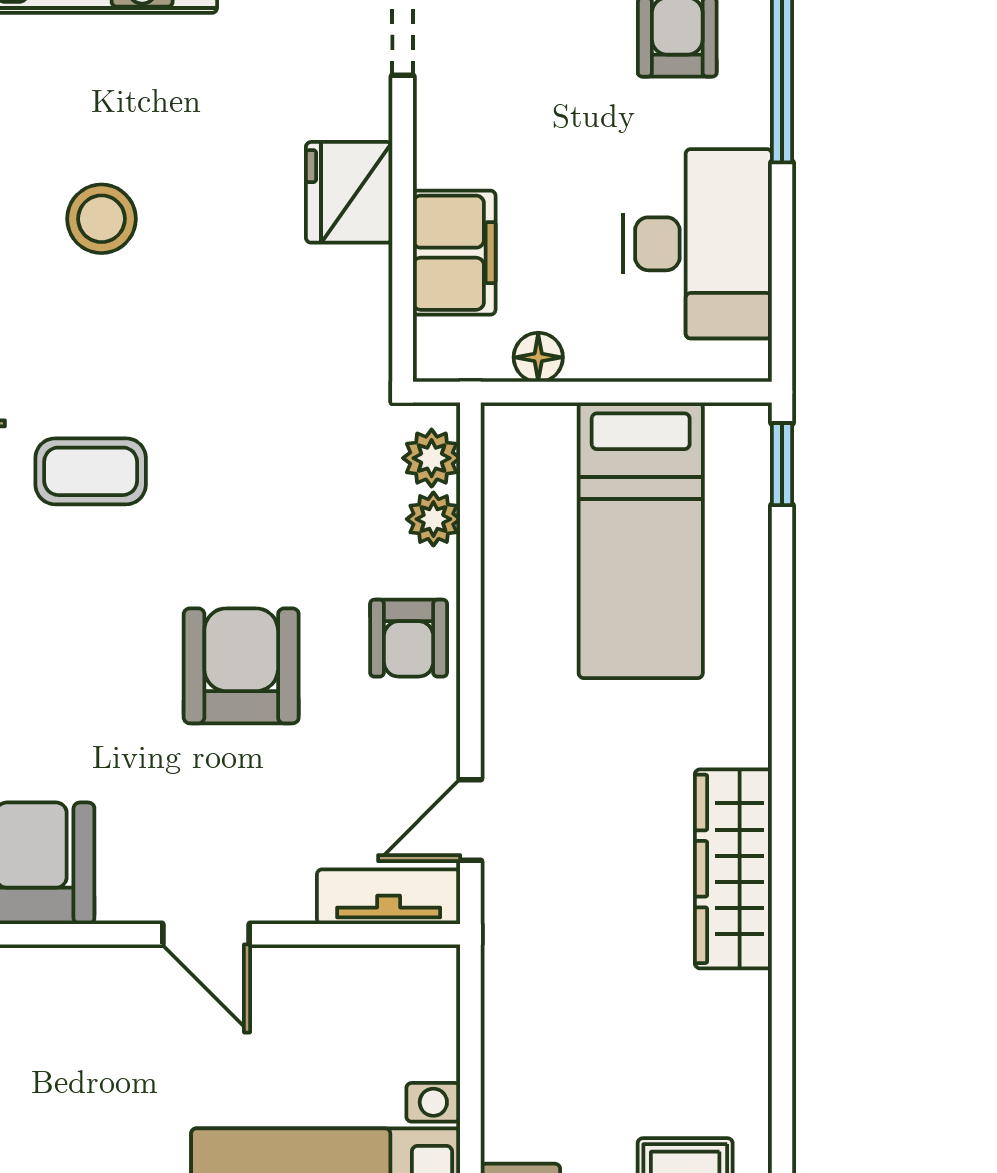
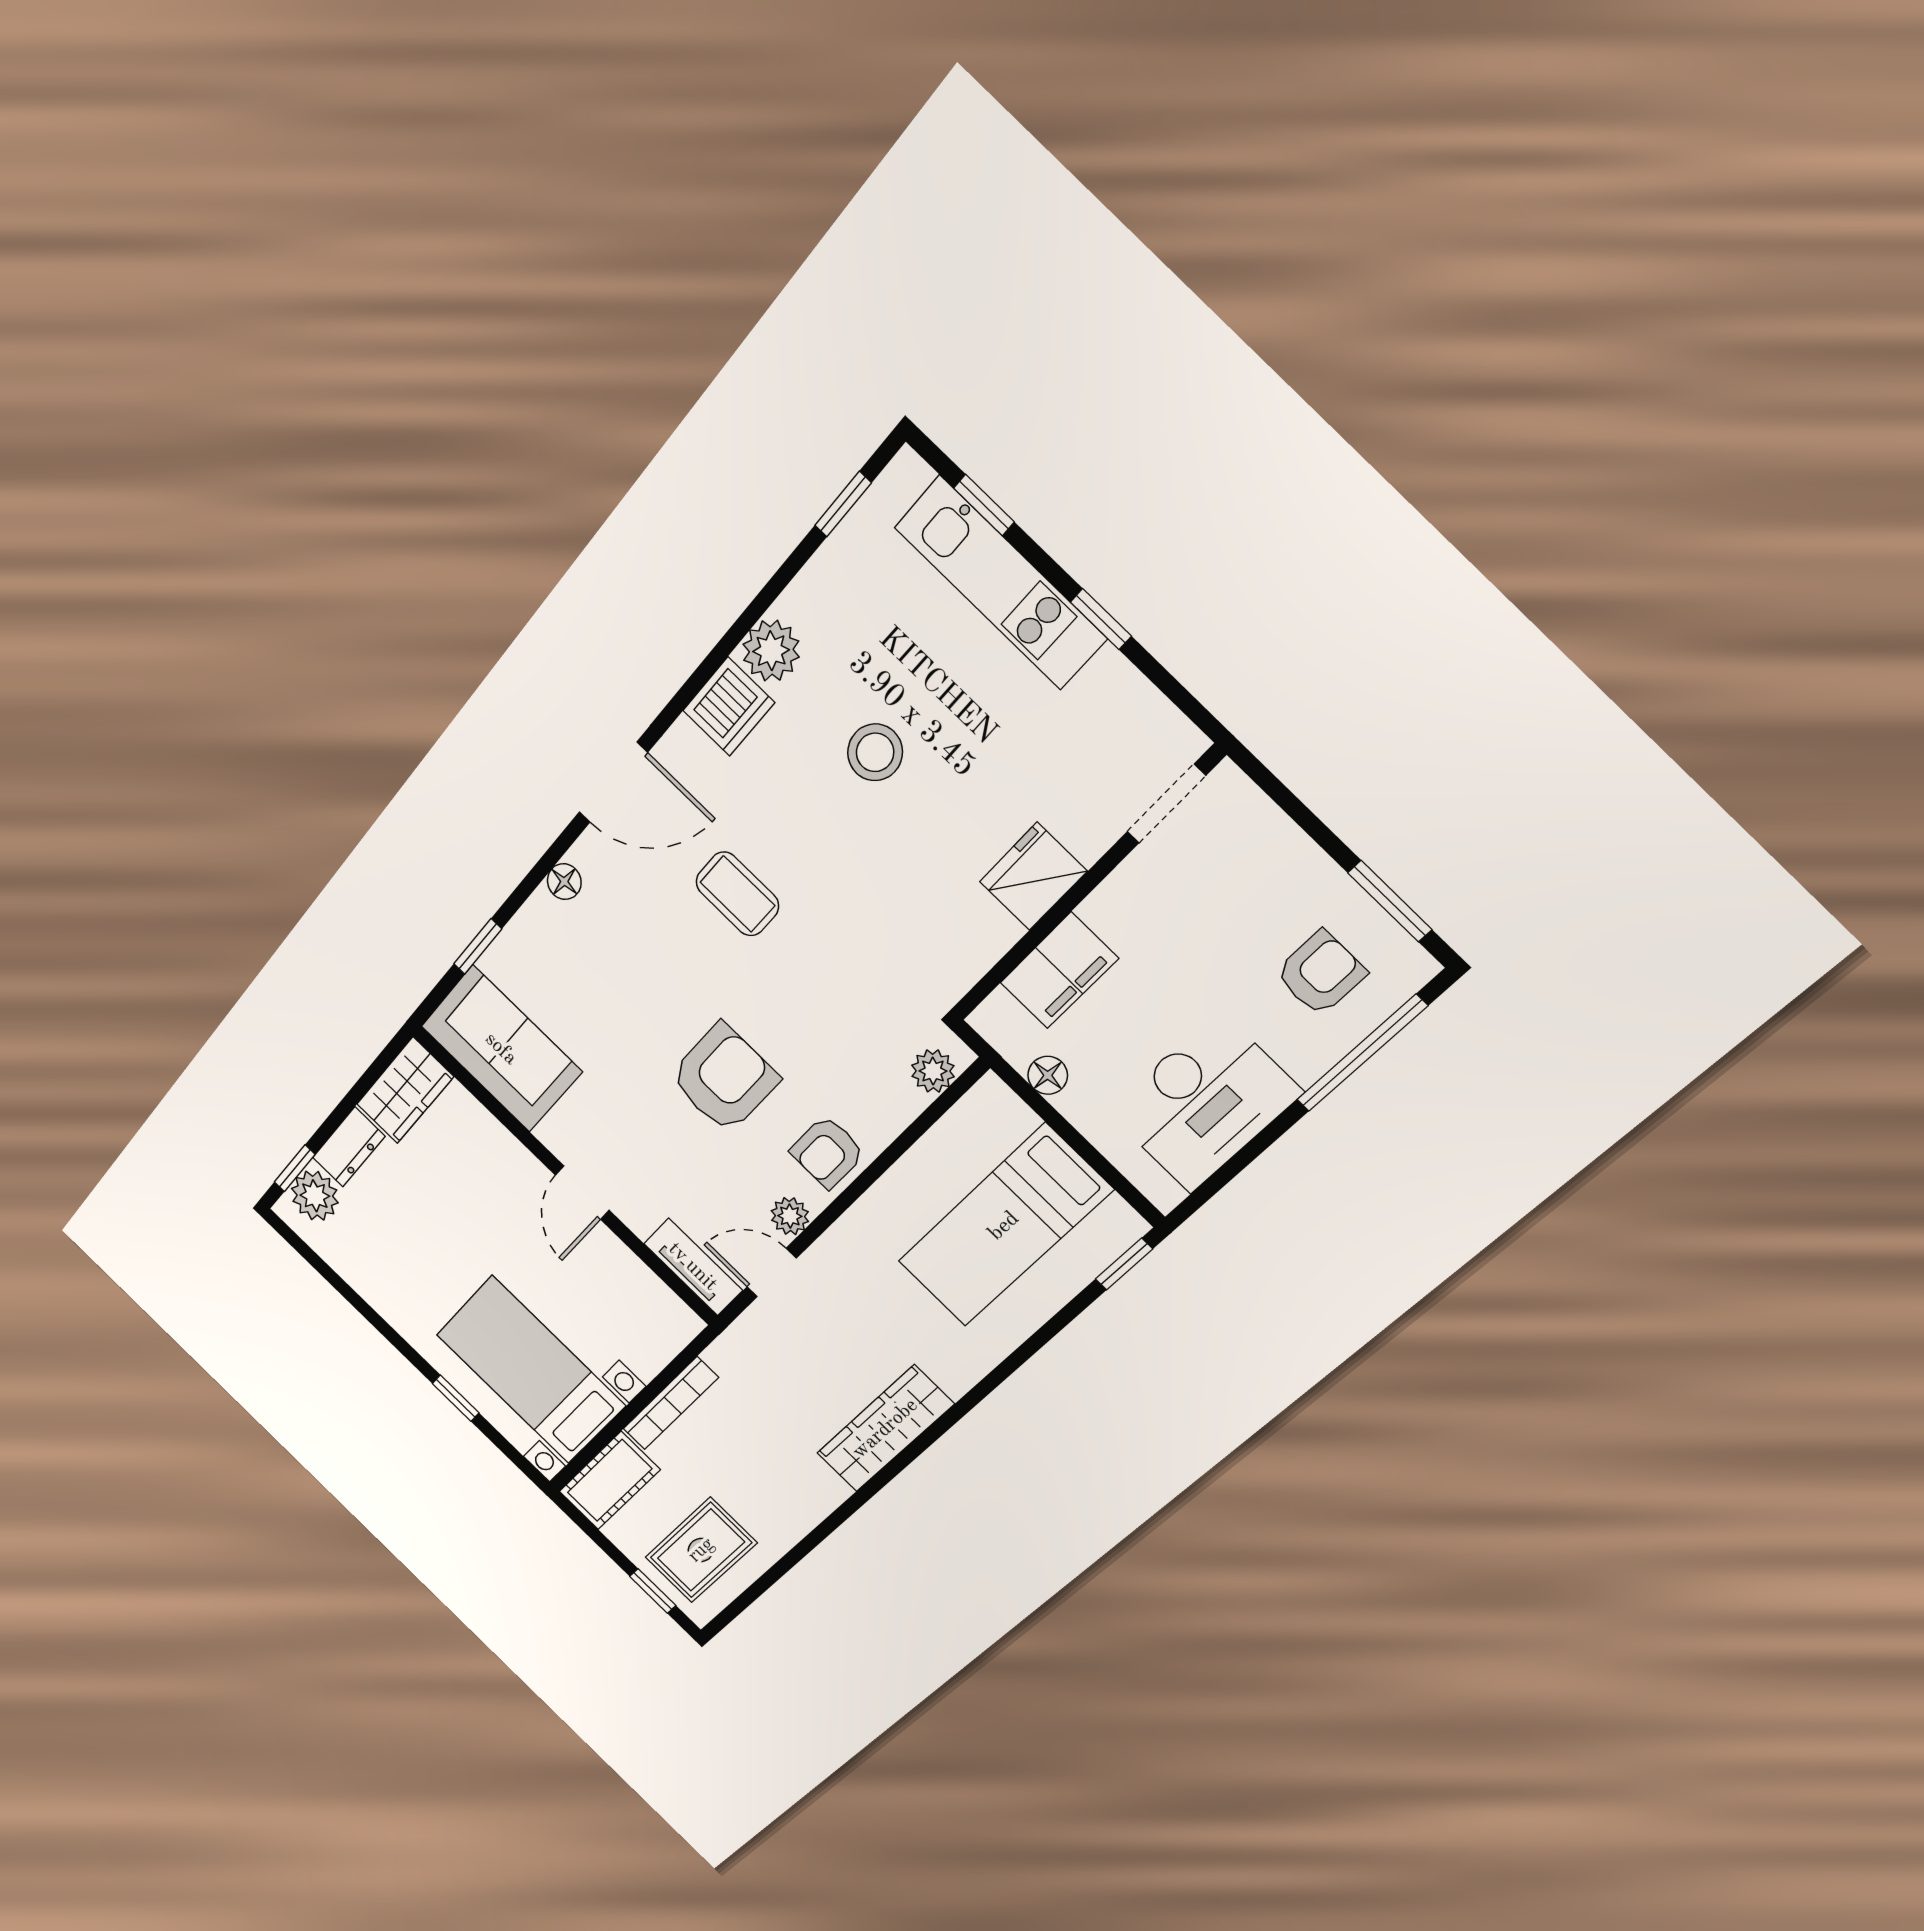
plant: (433, 519) -> (790, 1216), moved
bookcase: (502, 1075) -> (671, 1403), added

